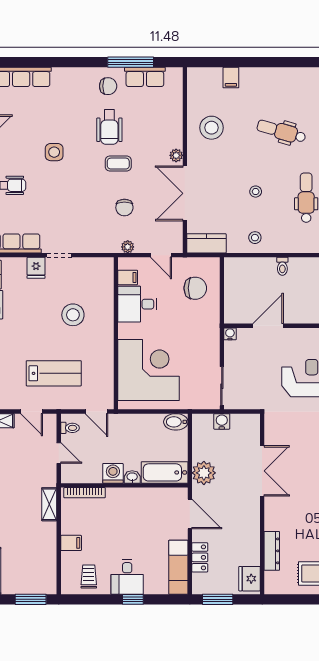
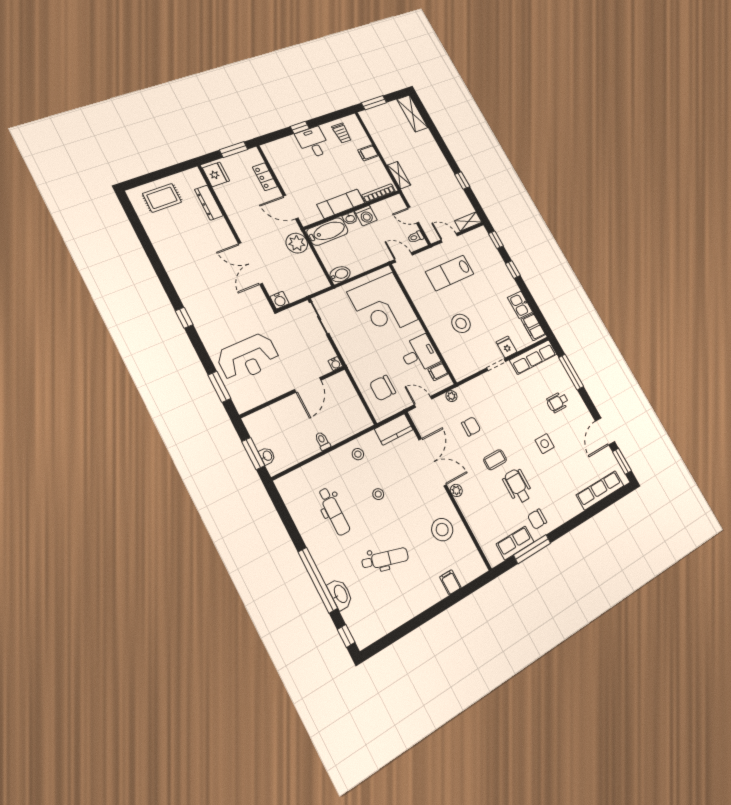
chair: (124, 208) -> (471, 426), turned 90
water cooler: (222, 421) -> (279, 300), moved
exam couch: (178, 567) -> (341, 204), moved, turned -90

